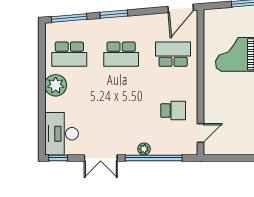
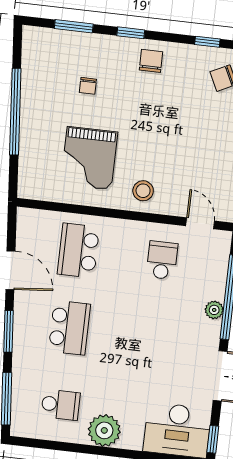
door: (181, 8) -> (10, 270), moved
school desk: (69, 54) -> (61, 405), width x0.54
stool: (218, 93) -> (143, 191), added

